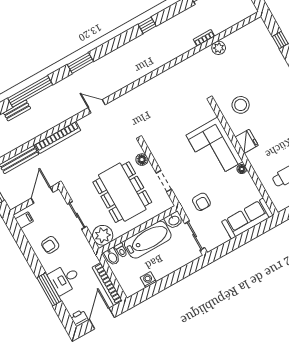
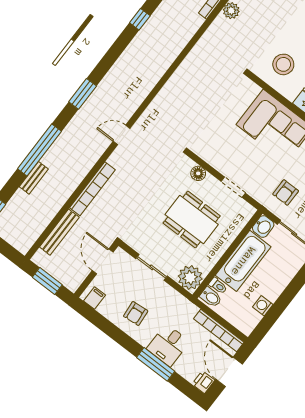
dining table: (122, 192) -> (192, 220), width x0.73, depth x0.80
armchair: (201, 202) -> (286, 192), turned 90

